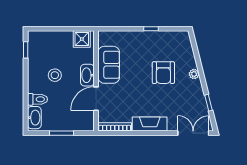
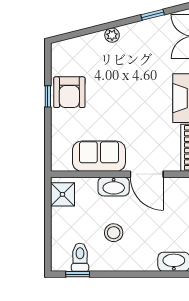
armchair: (163, 73) -> (69, 92), moved, turned 90
toilet: (37, 99) -> (80, 257), moved

